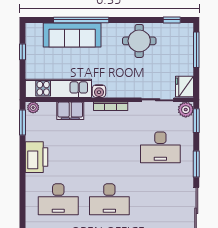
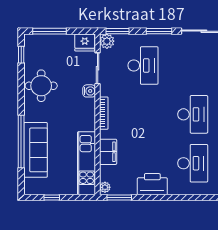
water cooler: (99, 91) -> (89, 91), moved

